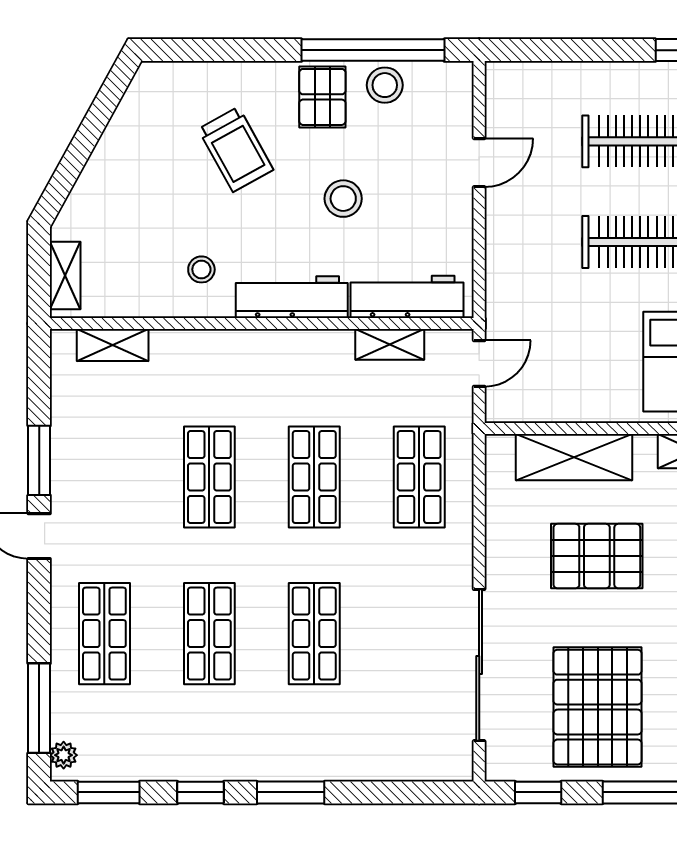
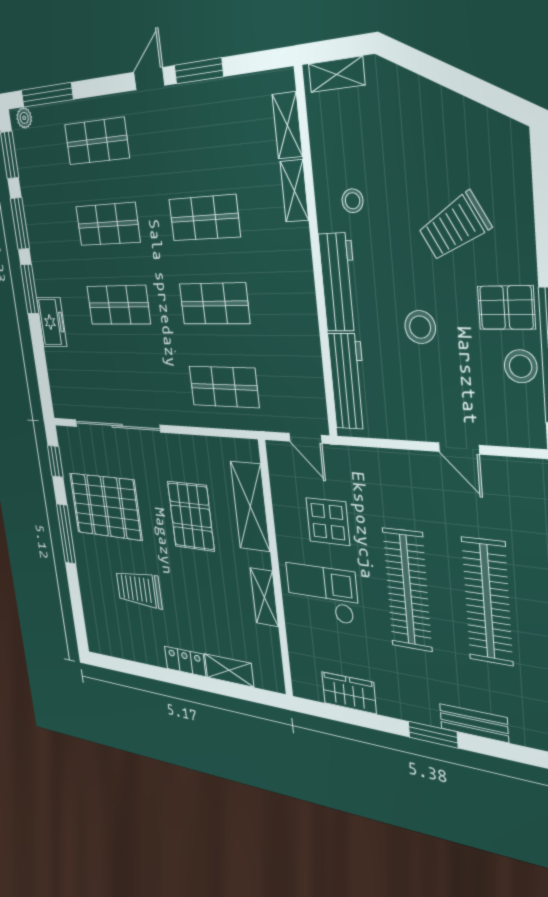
display table: (583, 343) -> (328, 522), added
shelving: (390, 344) -> (294, 191), moved
freezer: (337, 759) -> (52, 322), added
window: (201, 792) -> (20, 224), width x1.50

